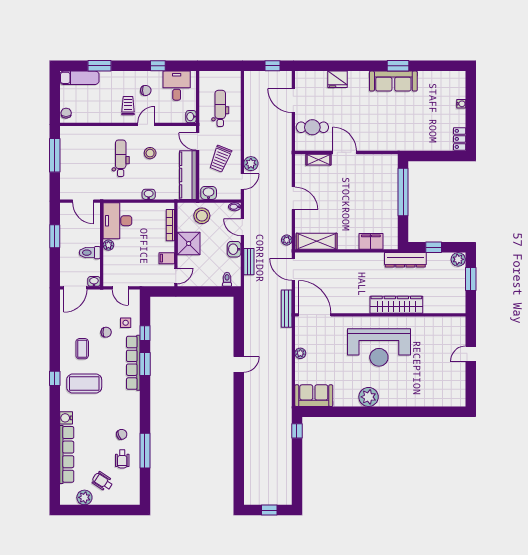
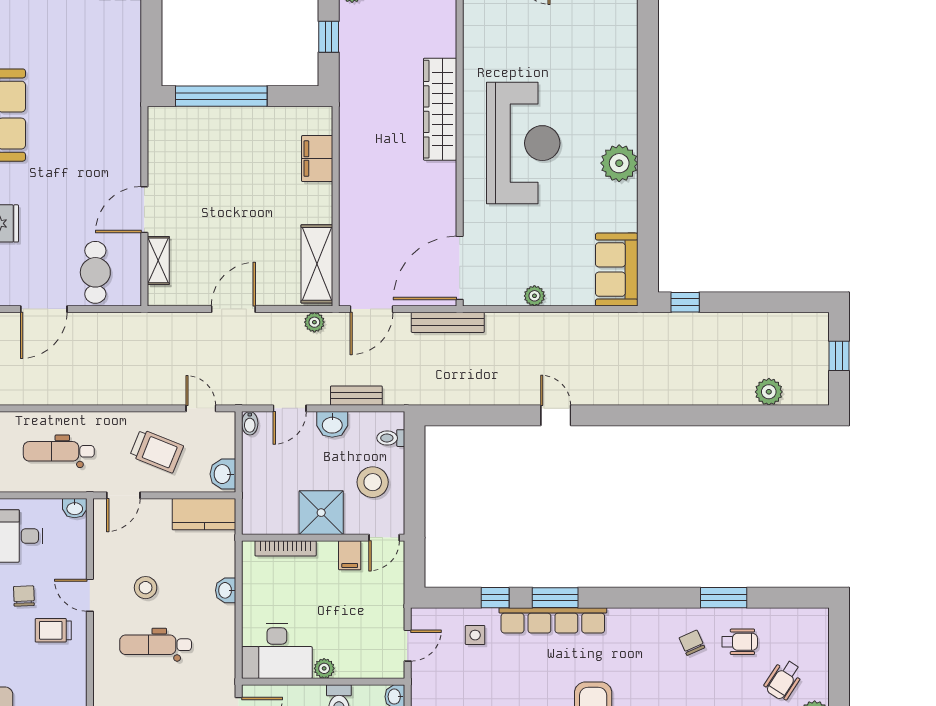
plant: (251, 164) -> (769, 392), moved
kitchen counter: (188, 175) -> (204, 514), width x0.67
stool: (202, 216) -> (373, 482), moved
dresser: (405, 260) -> (353, 92), removed
door: (176, 276) -> (384, 538), swing flipped
chair: (106, 332) -> (493, 673), removed
window: (145, 451) -> (724, 598), width x0.69

